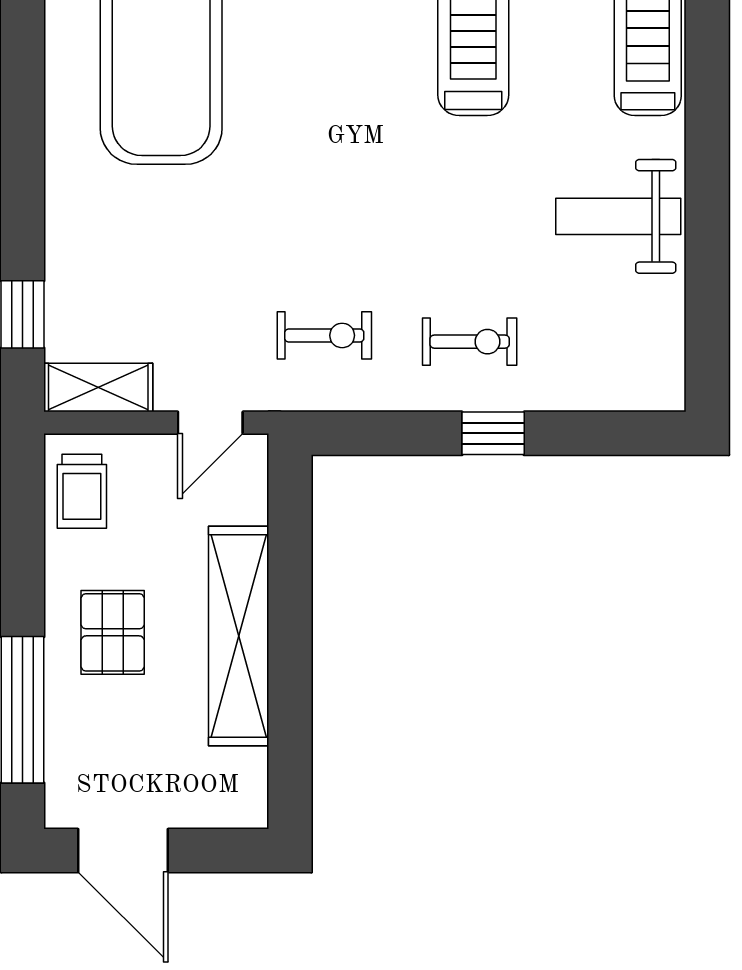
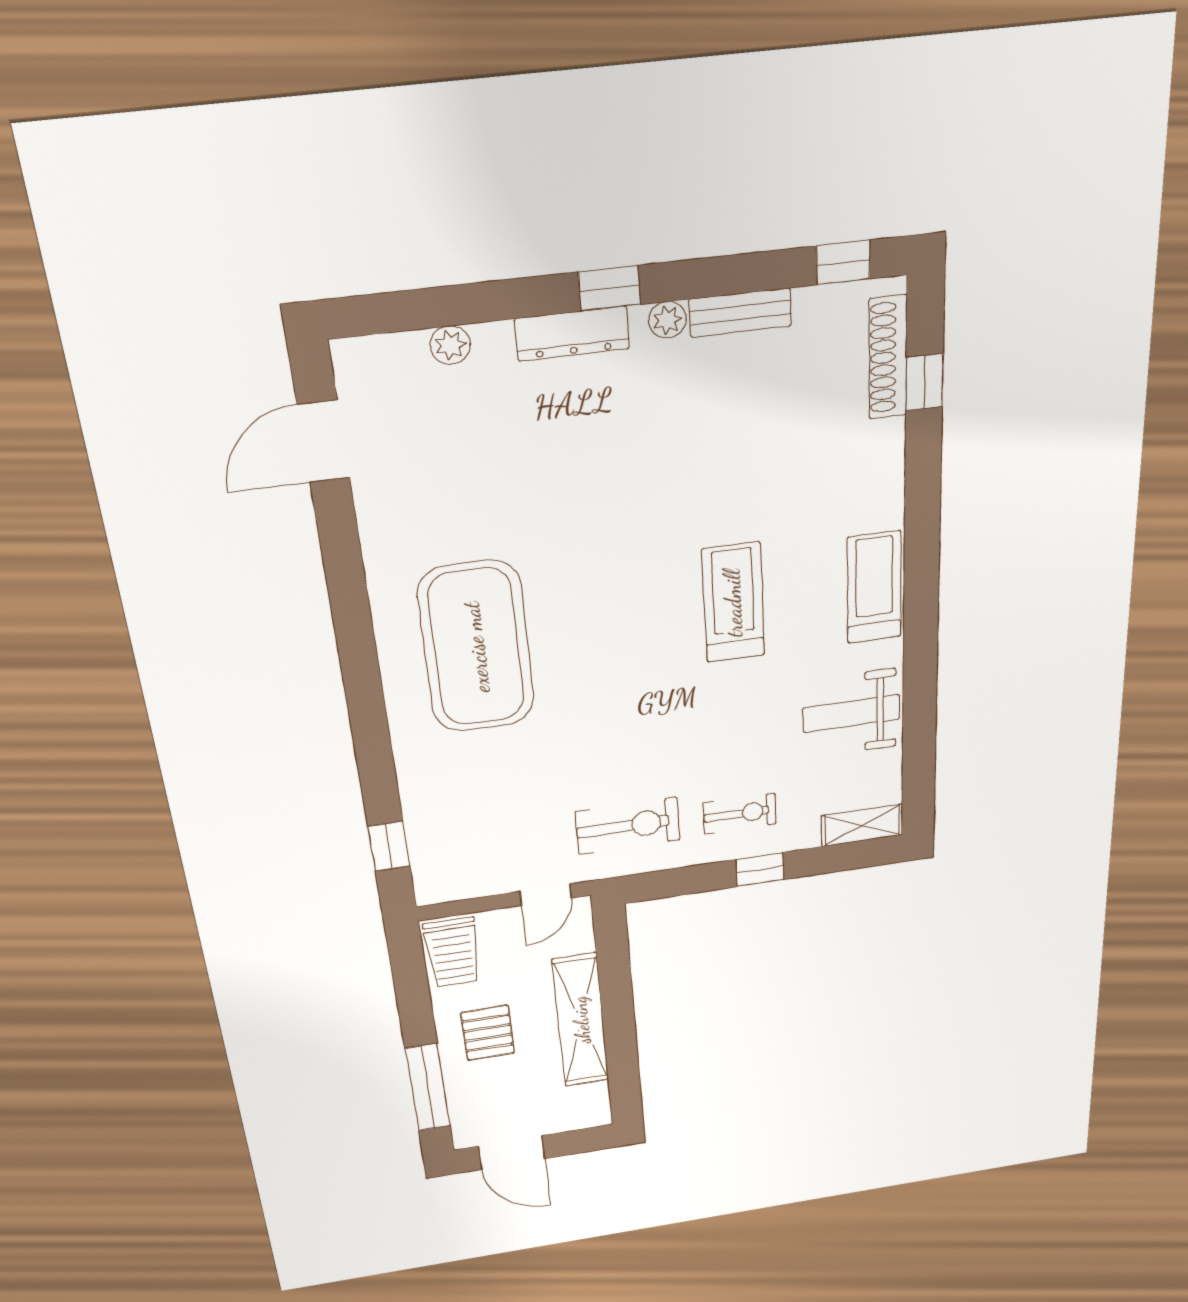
exercise bike: (324, 335) -> (628, 826), width x1.38, depth x1.39
shelving: (98, 387) -> (862, 825), moved
trolley: (82, 491) -> (453, 952), width x1.36, depth x1.39

